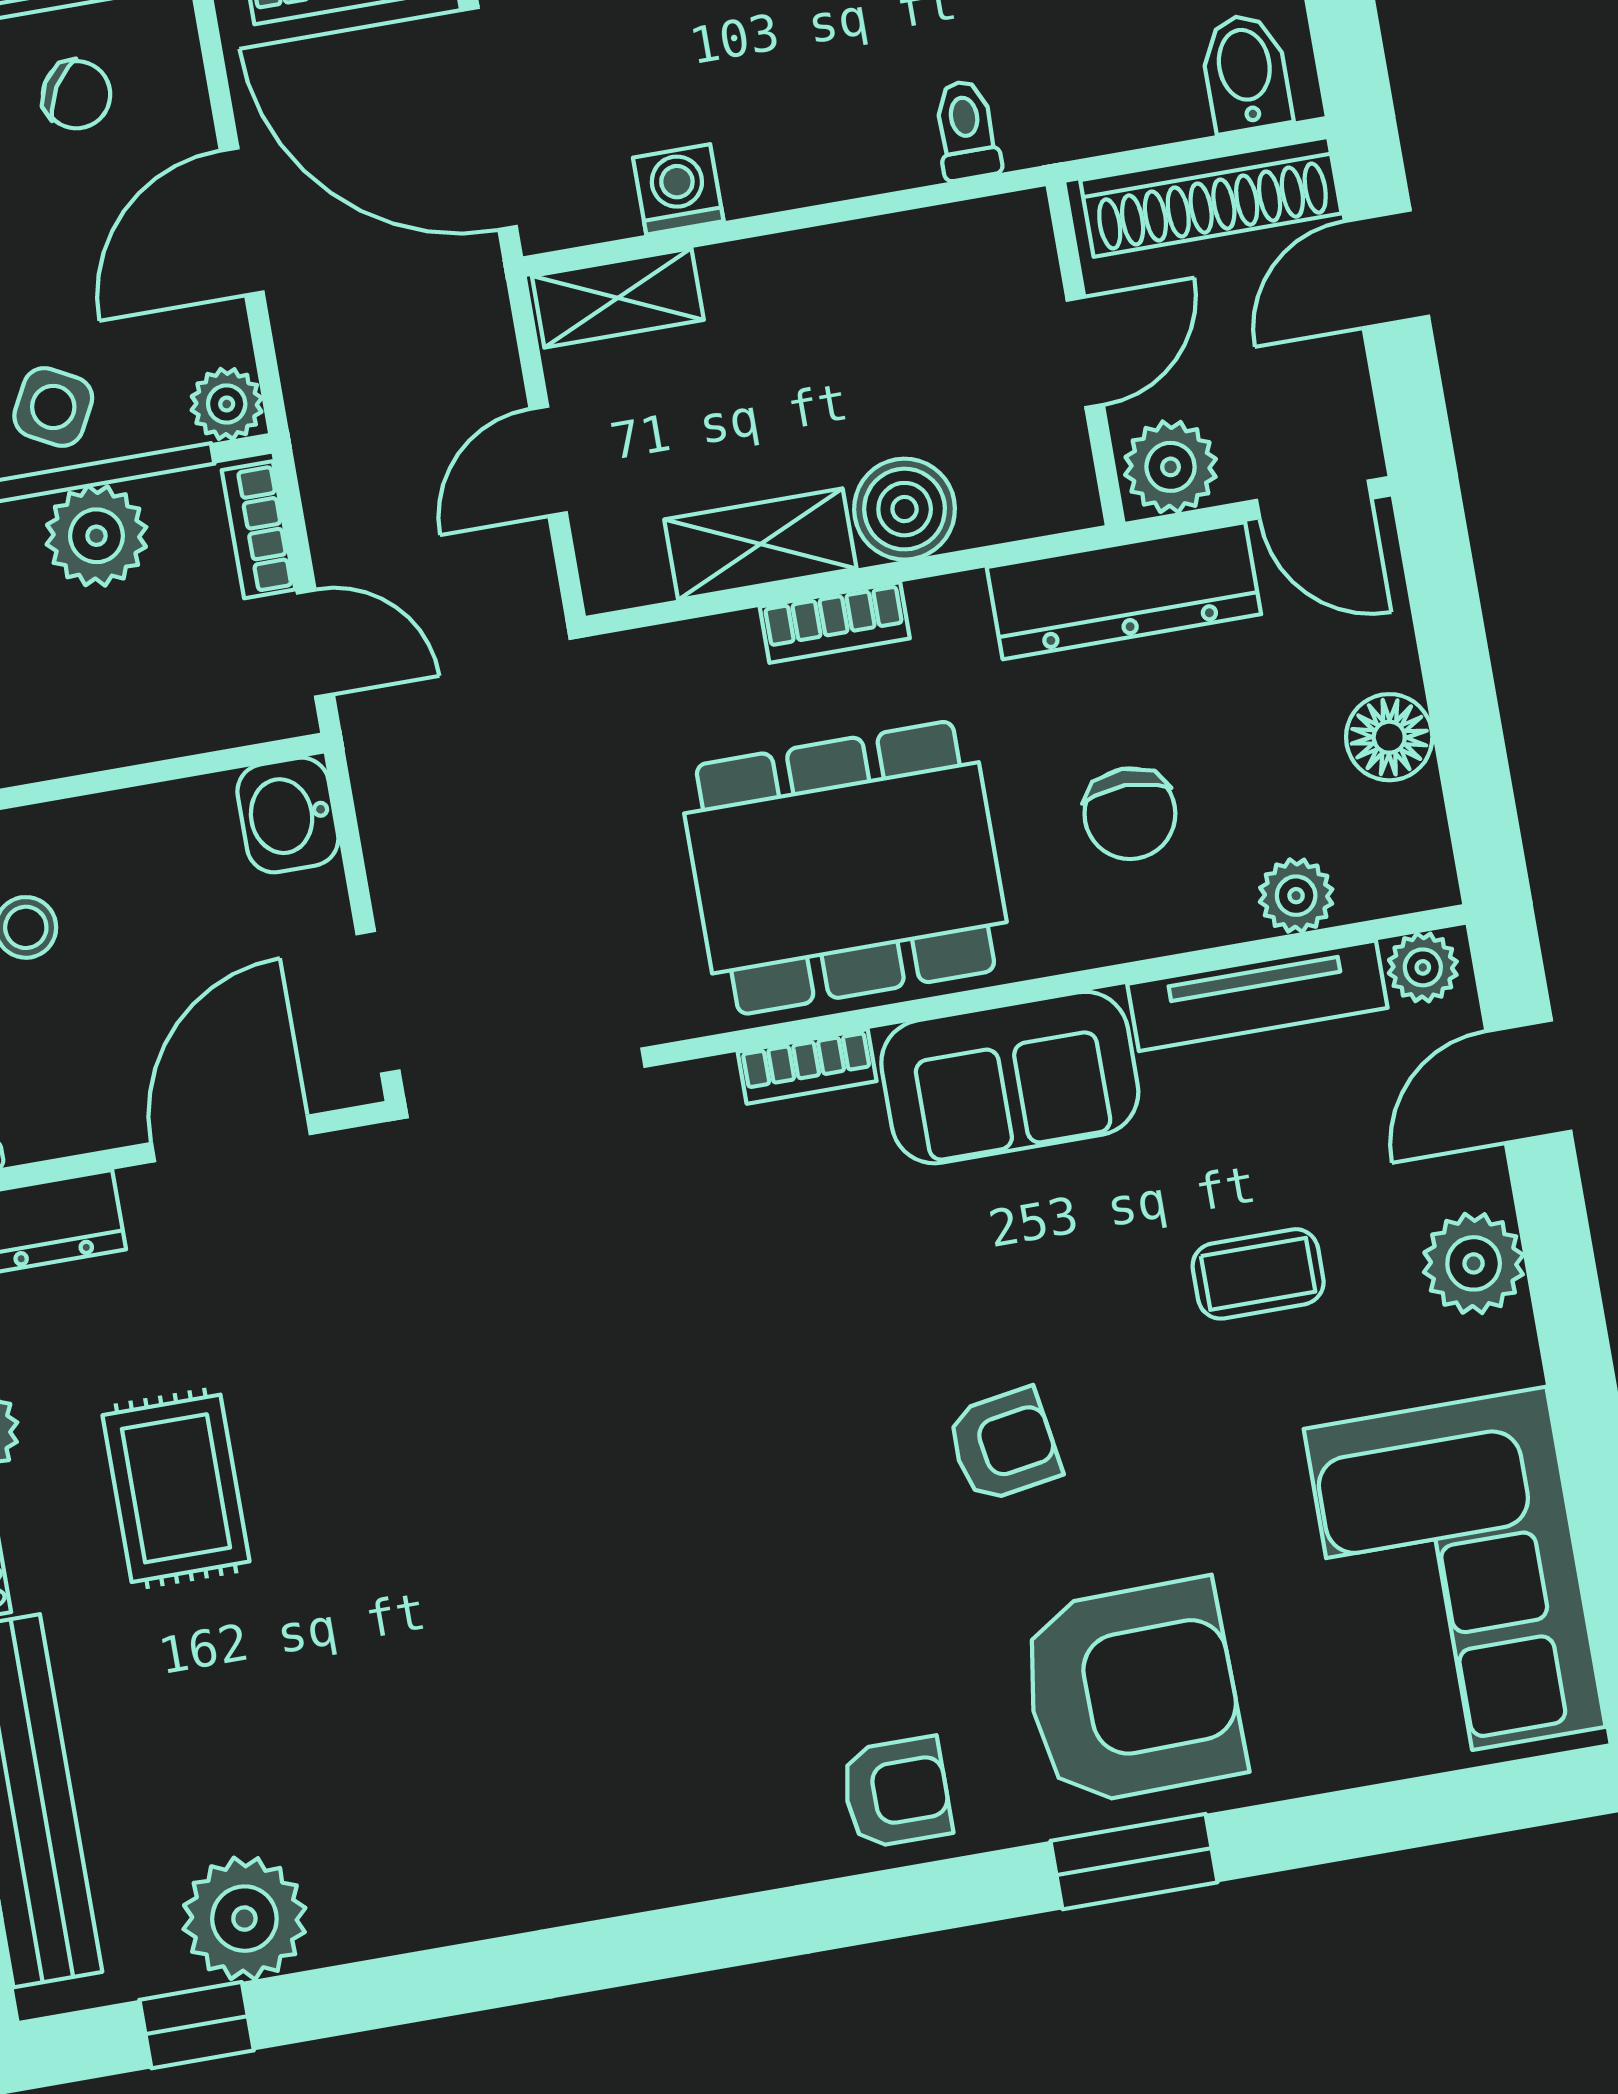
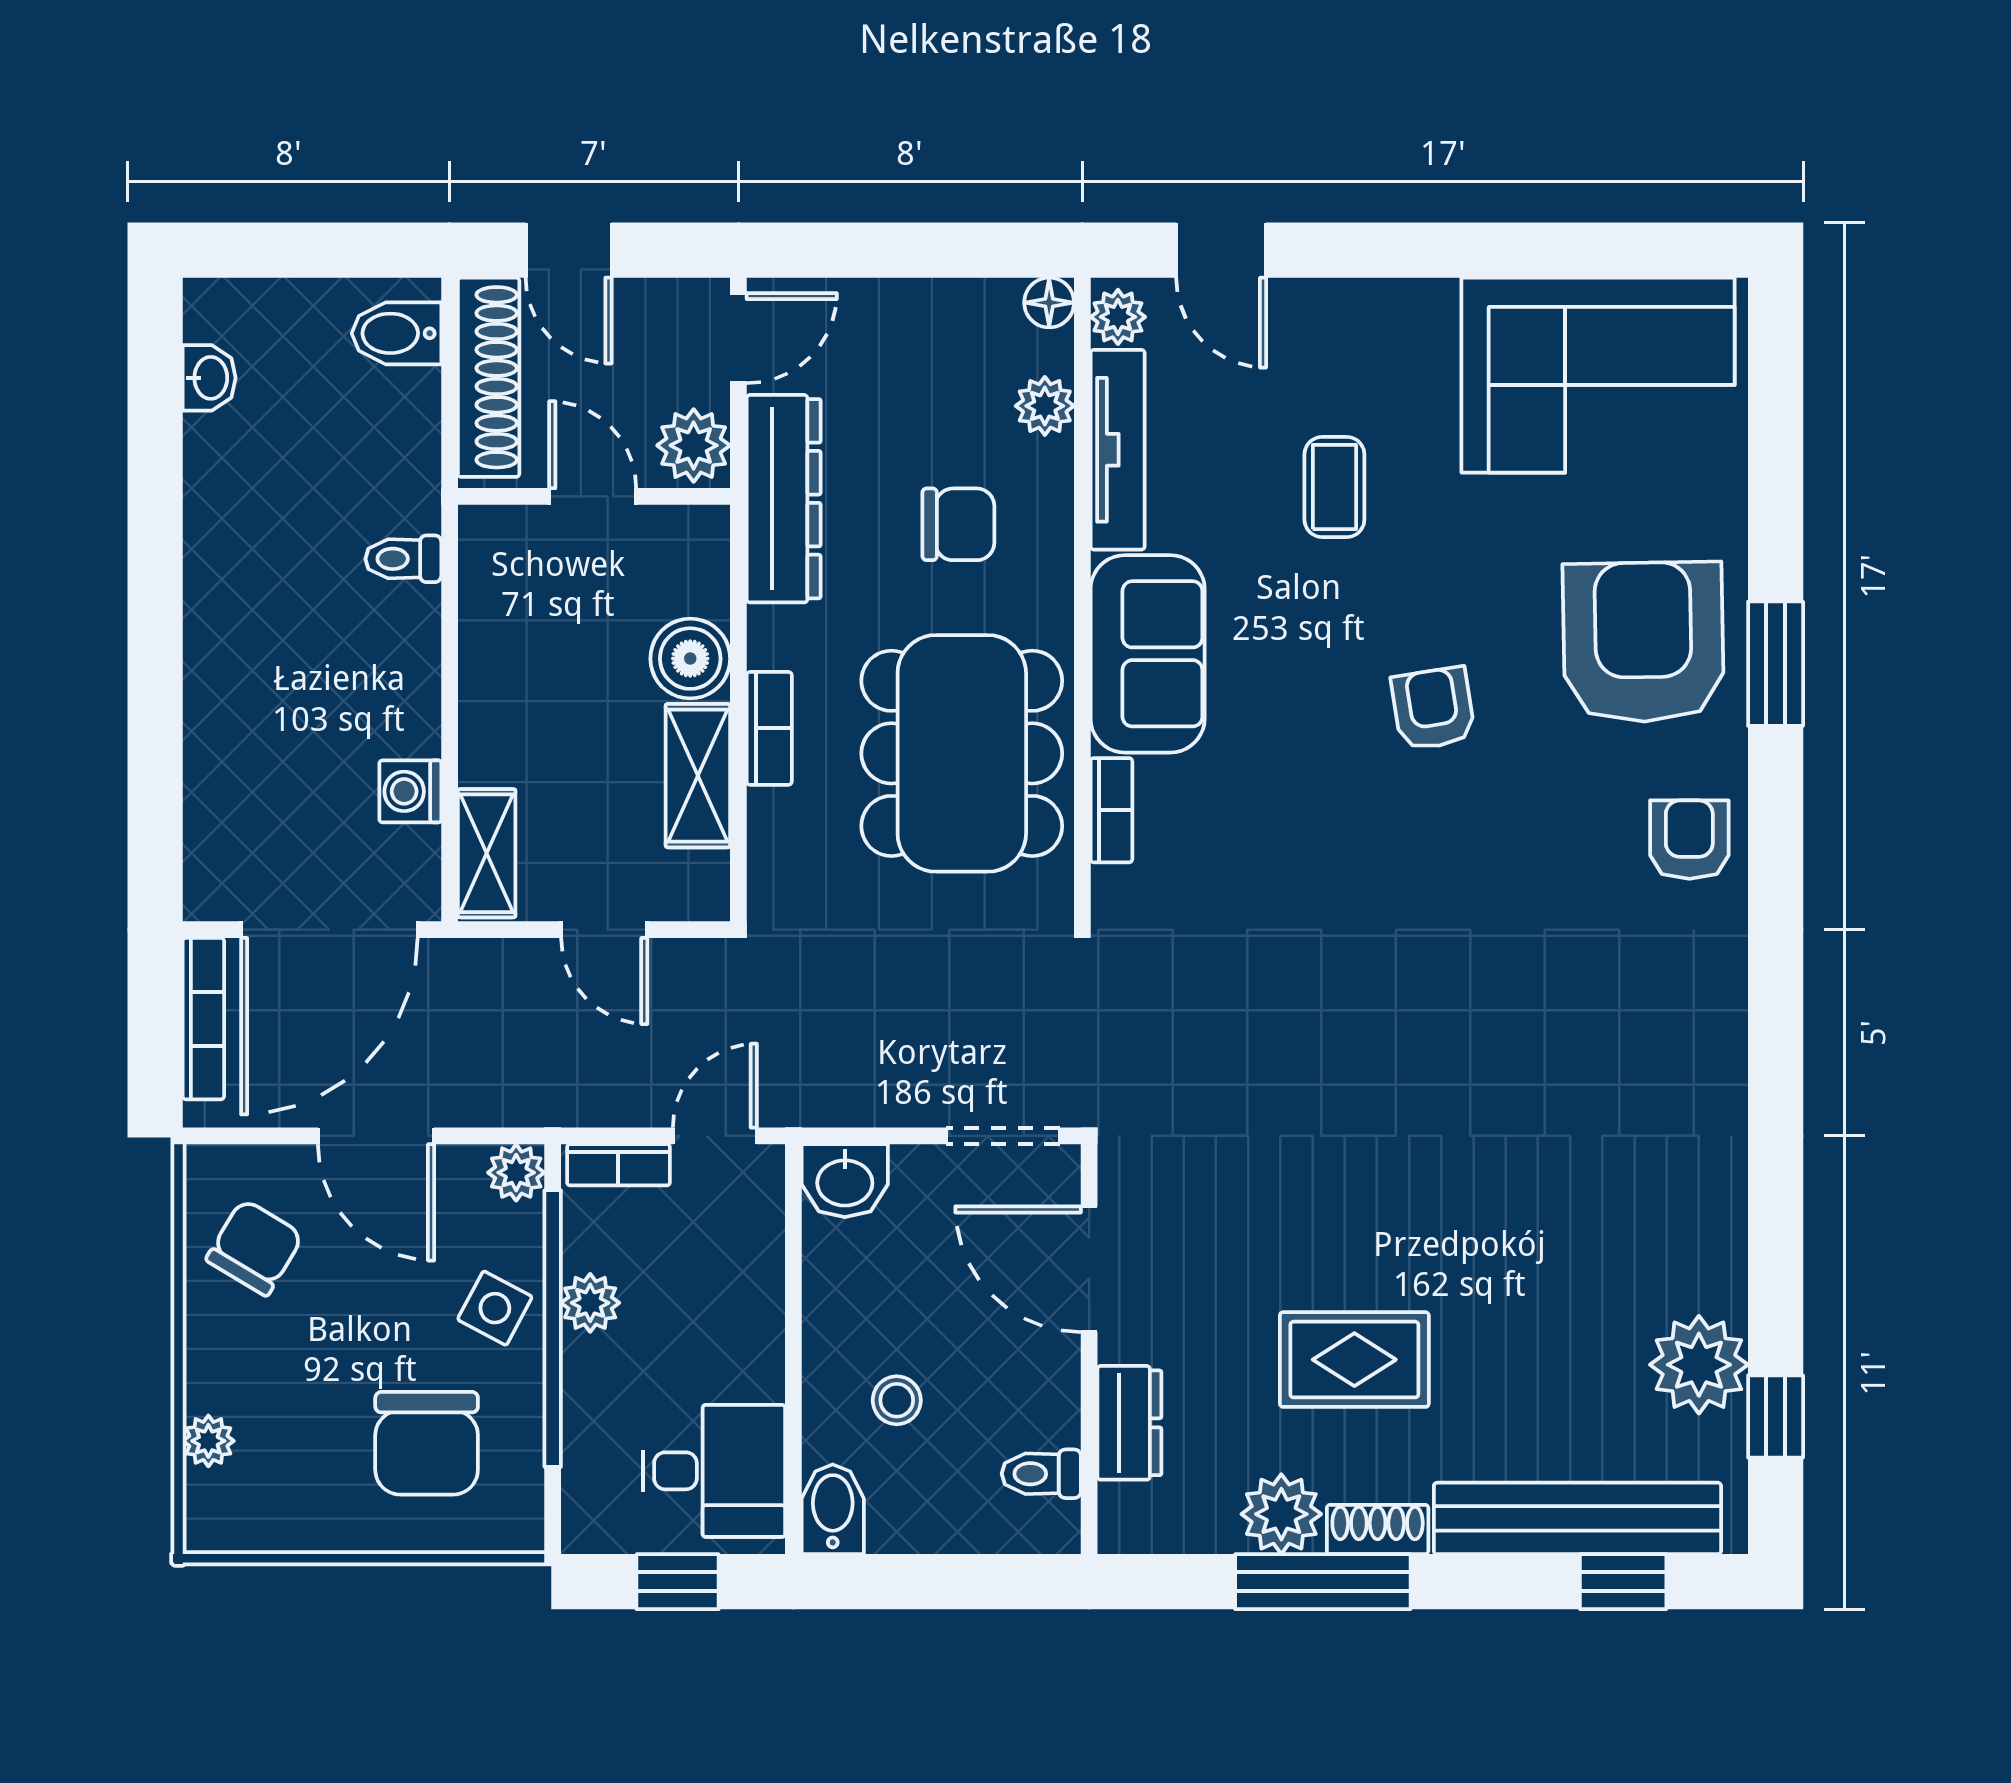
chair: (77, 95) -> (255, 1247), width x1.37, depth x1.37
plant: (96, 536) -> (590, 1303), width x0.73, depth x0.73
floor lamp: (1389, 737) -> (1049, 303), moved, width x0.73, depth x0.73
plant: (1474, 1263) -> (1356, 318), removed

